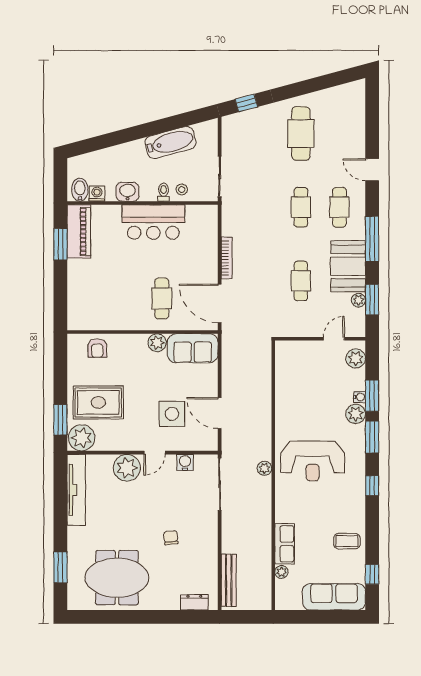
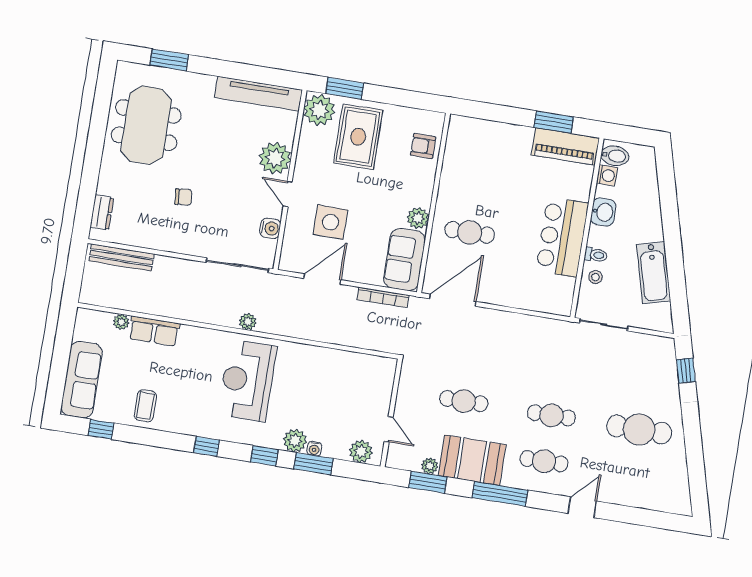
bookcase: (227, 258) -> (383, 297), moved
window: (372, 437) -> (264, 456), width x0.67

